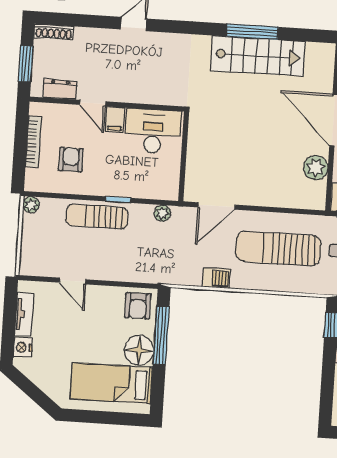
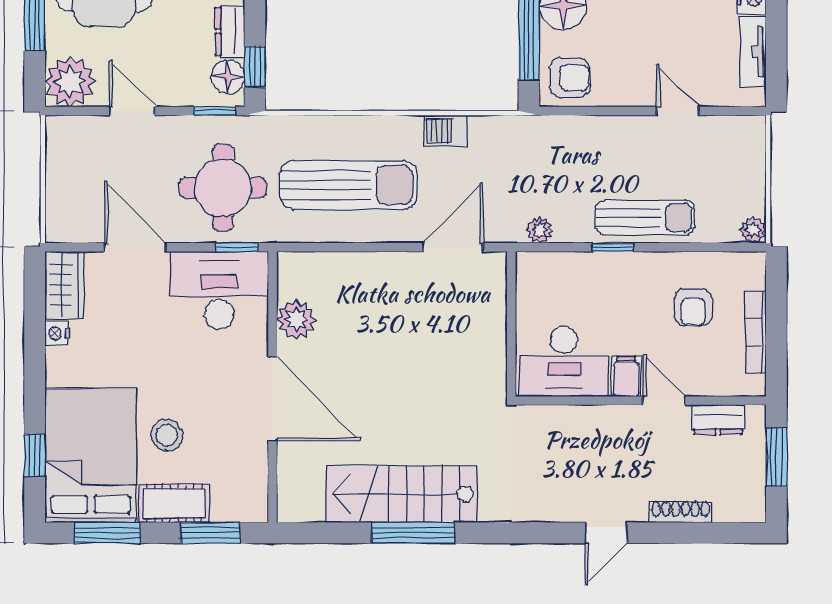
shoe rack: (54, 32) -> (681, 512), moved
armchair: (138, 306) -> (570, 78), turned 90

